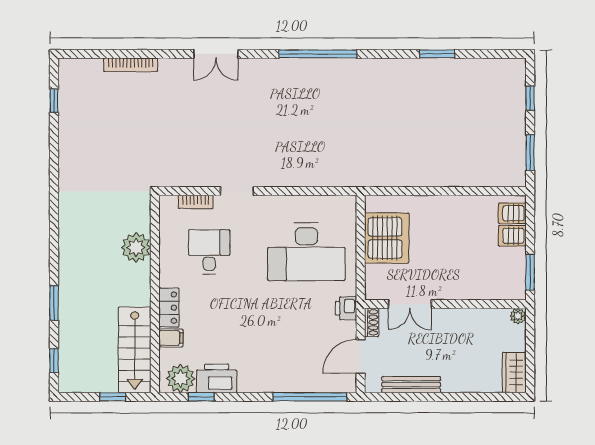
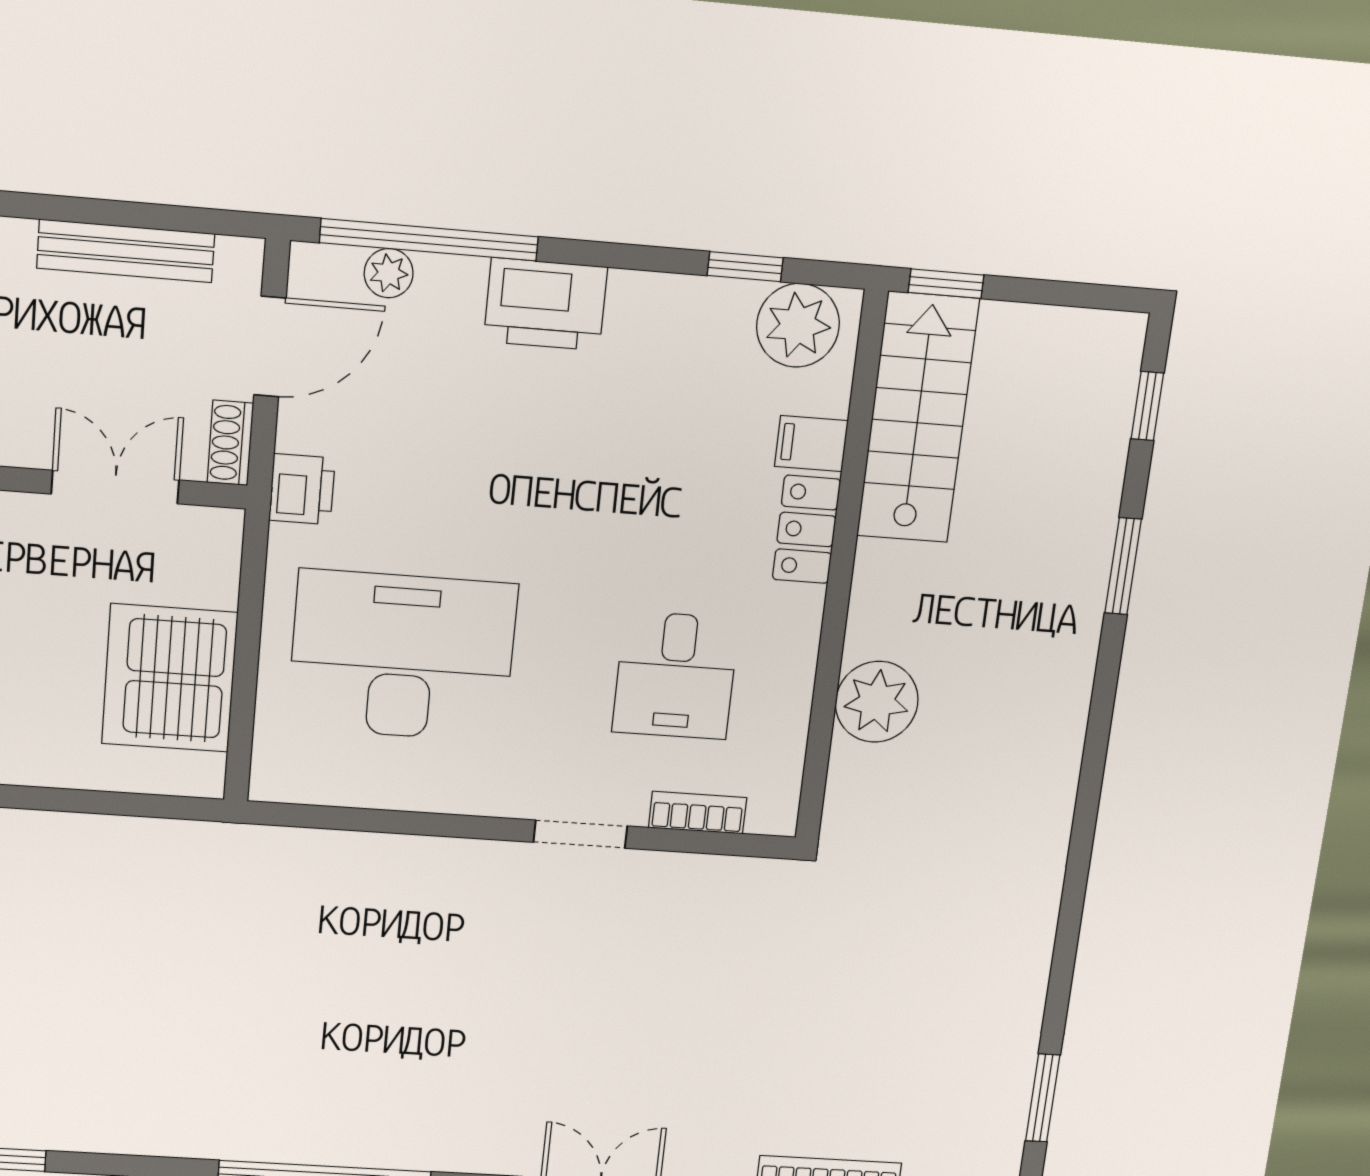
window: (54, 101) -> (1043, 1098), width x1.50
printer: (217, 378) -> (545, 304), moved
plant: (323, 385) -> (389, 273), added
window: (113, 397) -> (946, 284), moved

